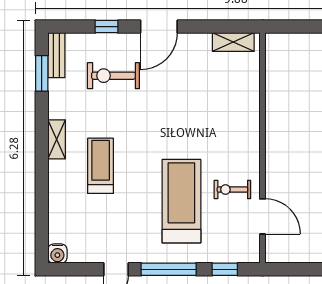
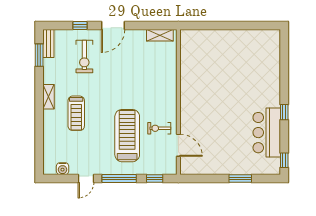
exercise bike: (113, 76) -> (84, 56), turned -90
treadmill: (101, 166) -> (76, 113), turned 180
water cooler: (57, 254) -> (63, 169), moved

